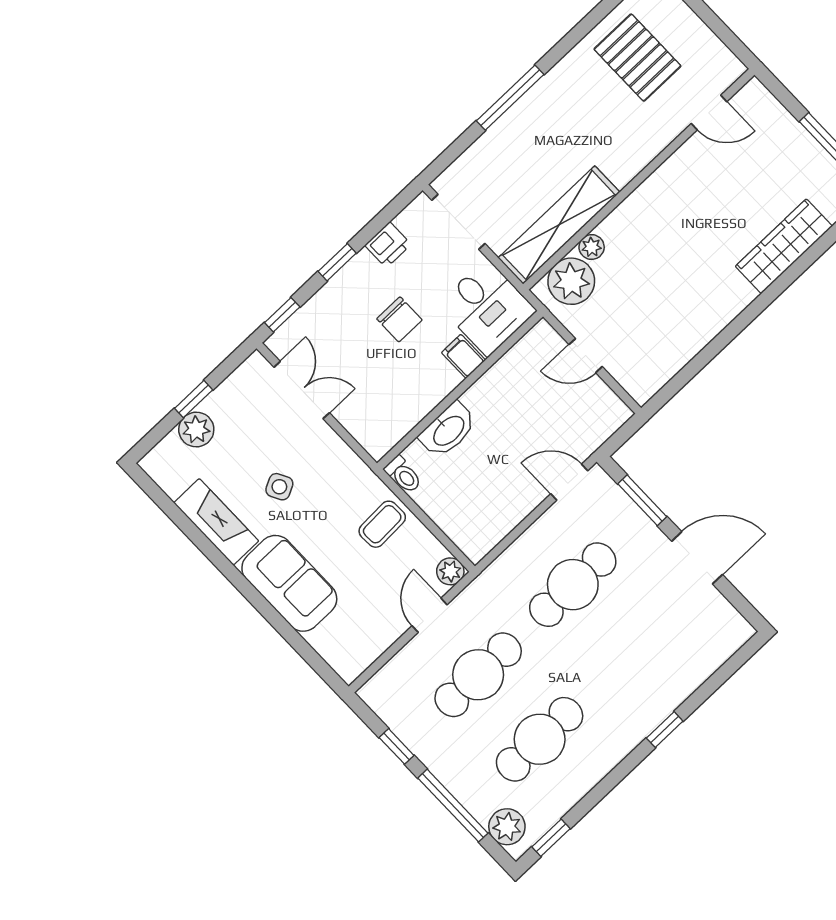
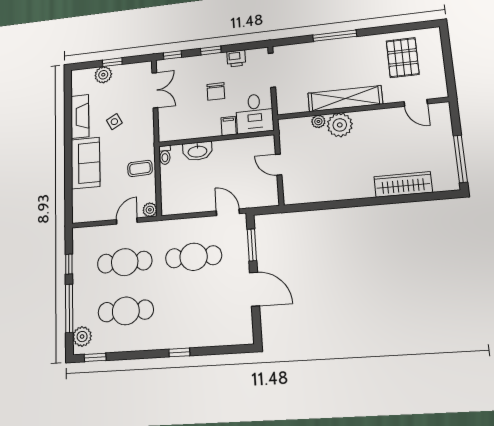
shelving: (559, 225) -> (345, 99), moved
plant: (571, 281) -> (340, 125), moved

